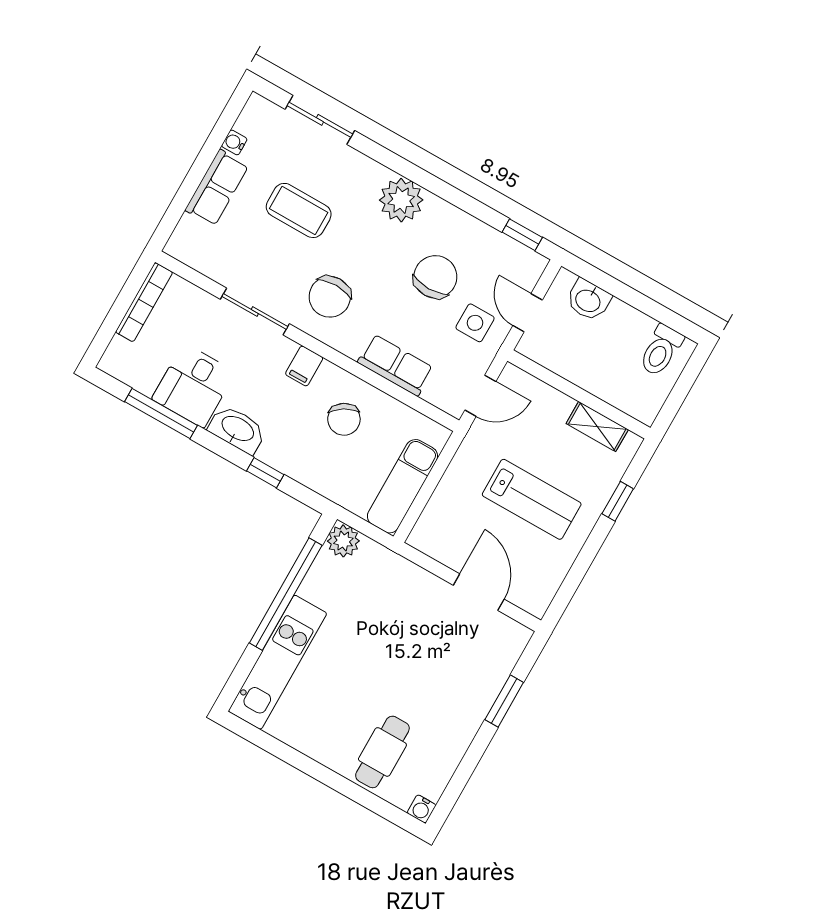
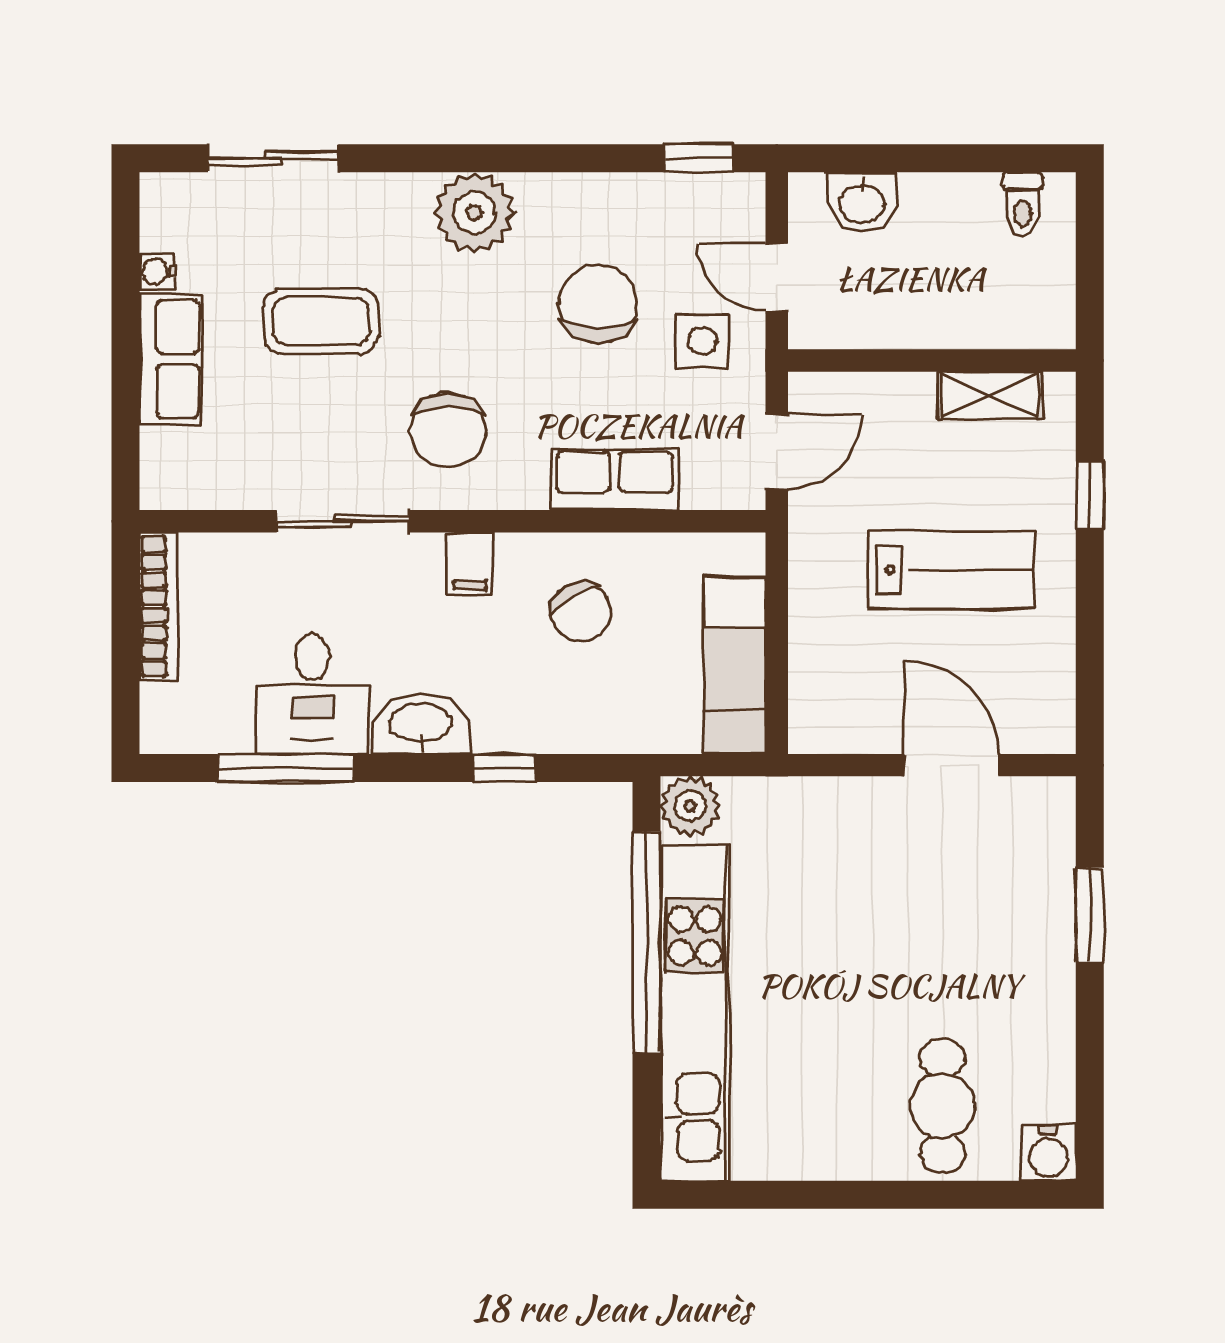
toilet: (661, 350) -> (1023, 204), width x0.73, depth x0.72
kitchen unit: (278, 662) -> (695, 1013), width x1.36
water cooler: (422, 809) -> (1048, 1153), width x1.38, depth x1.38

